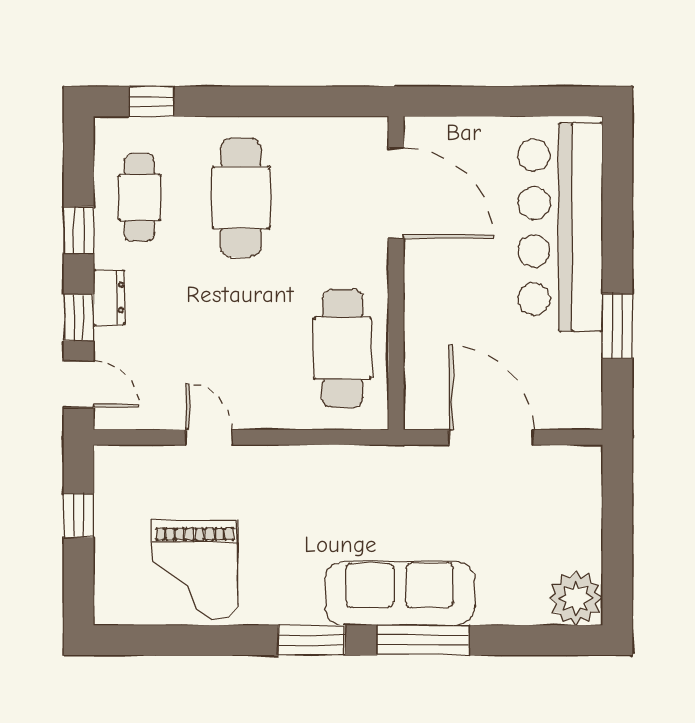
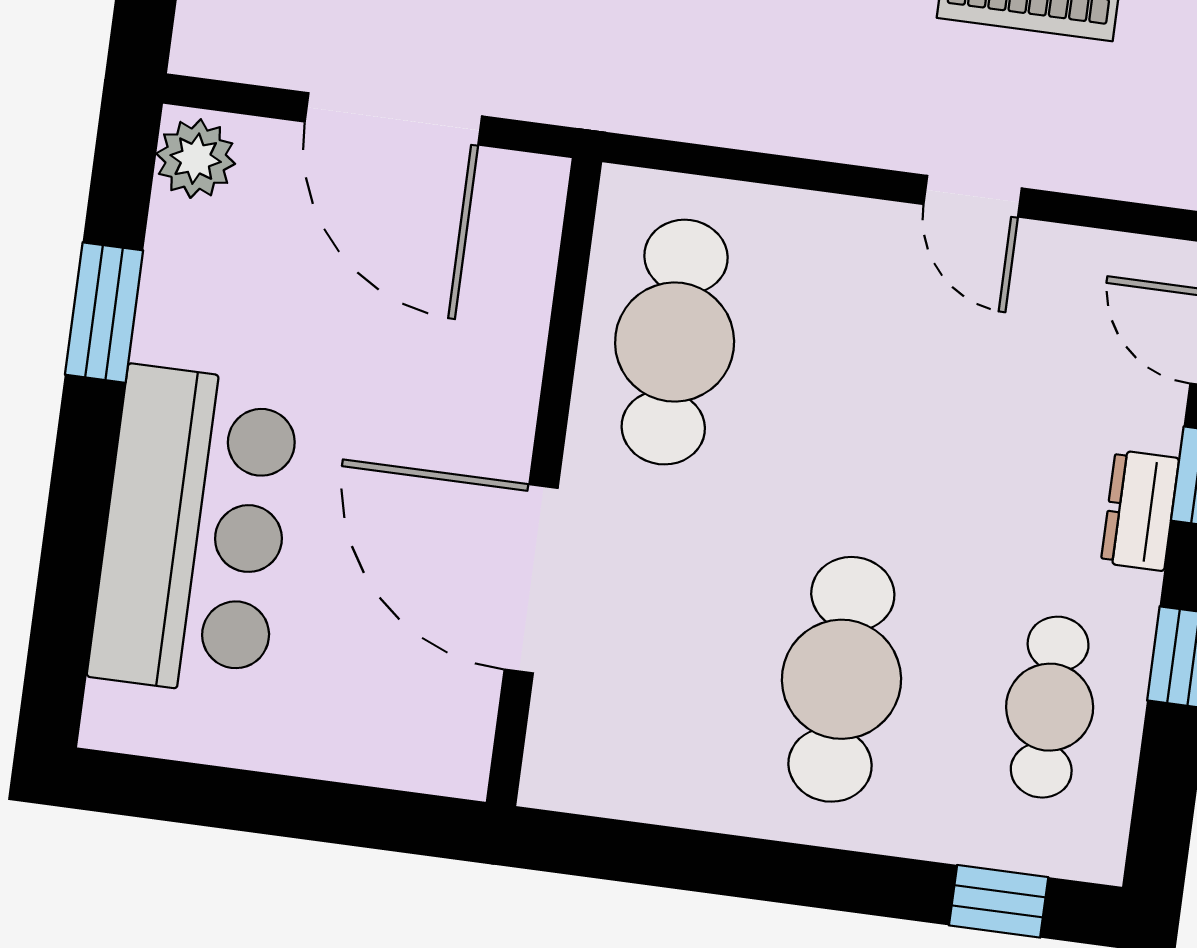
door: (396, 193) -> (531, 579), moved
bar counter: (560, 227) -> (194, 531), width x0.73
plant: (583, 406) -> (196, 159), added

